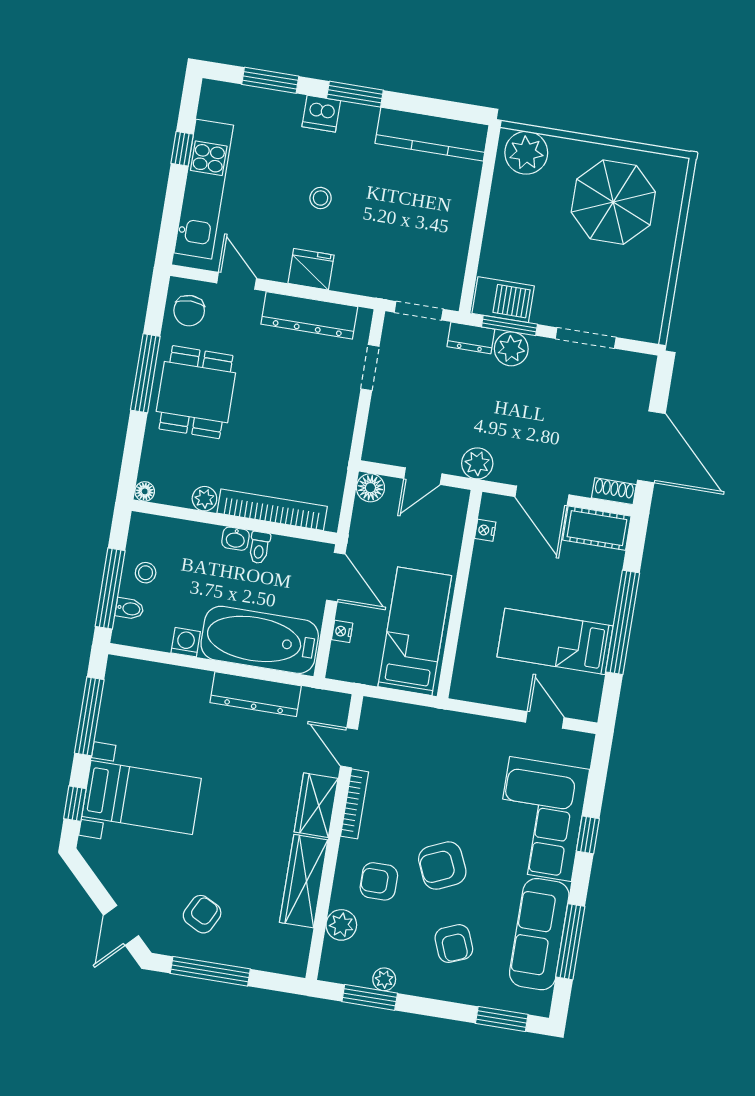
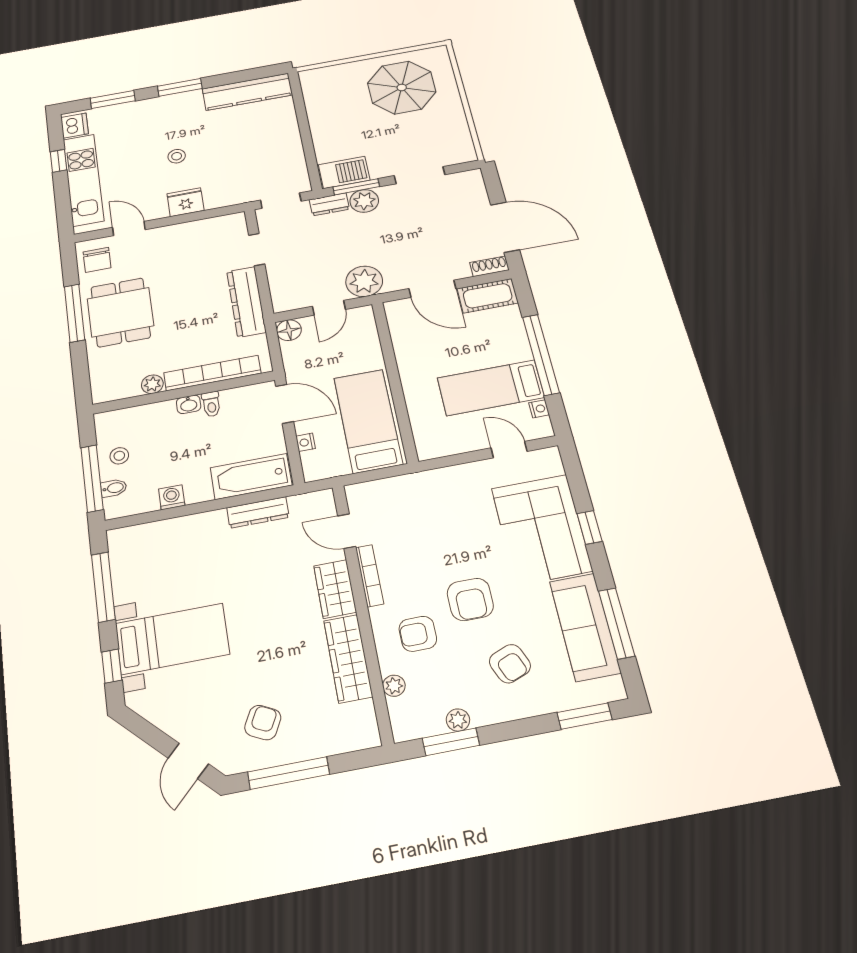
dishwasher: (321, 114) -> (75, 126), moved, turned -90
plant: (526, 153) -> (323, 80), removed
dresser: (309, 315) -> (246, 302), moved, turned 90
plant: (477, 463) -> (364, 281), width x1.36, depth x1.36
floor lamp: (145, 491) -> (100, 396), removed
nightstand: (485, 530) -> (539, 409), moved, turned 180
bathtub: (260, 640) -> (251, 476), width x0.73, depth x0.73
dresser: (256, 694) -> (258, 512), width x0.73, depth x0.80
armchair: (442, 866) -> (470, 599), turned -66
plant: (341, 925) -> (394, 686), width x0.73, depth x0.73

